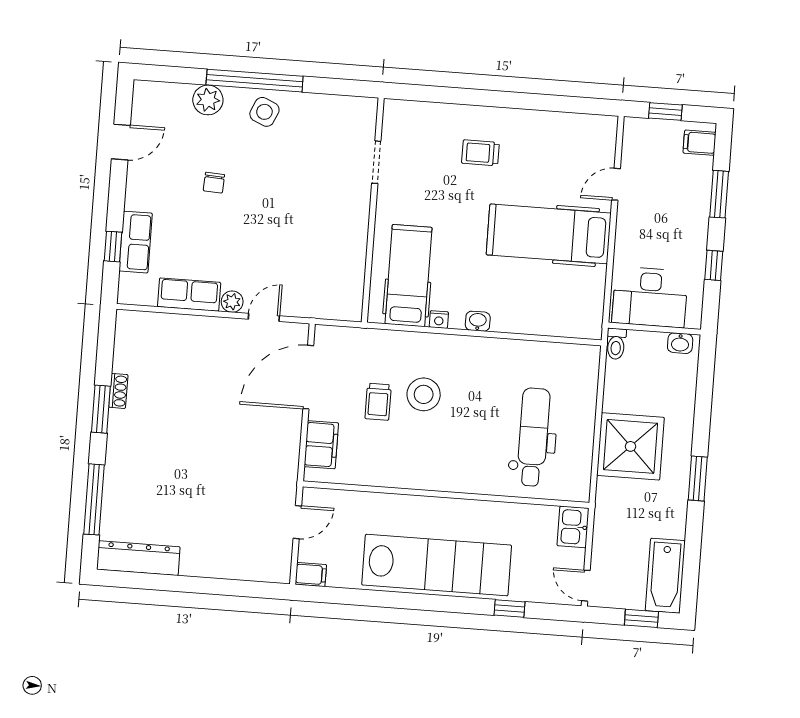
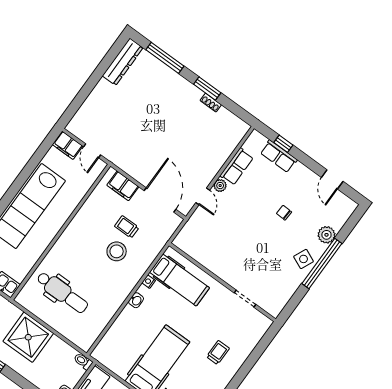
filing cabinet: (311, 574) -> (68, 145), width x2.00

